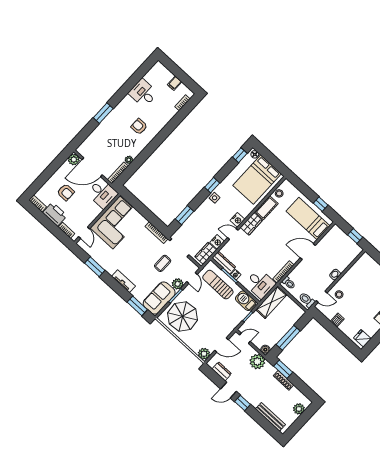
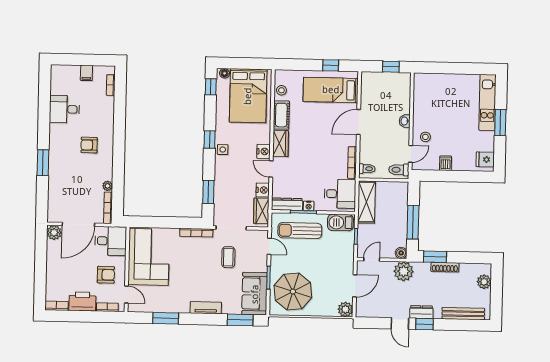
armchair: (66, 192) -> (106, 275), moved
door: (233, 234) -> (271, 169), hinge flipped
plant: (178, 284) -> (260, 264), removed
dresser: (222, 371) -> (421, 312), moved
door: (228, 390) -> (400, 324), hinge flipped

